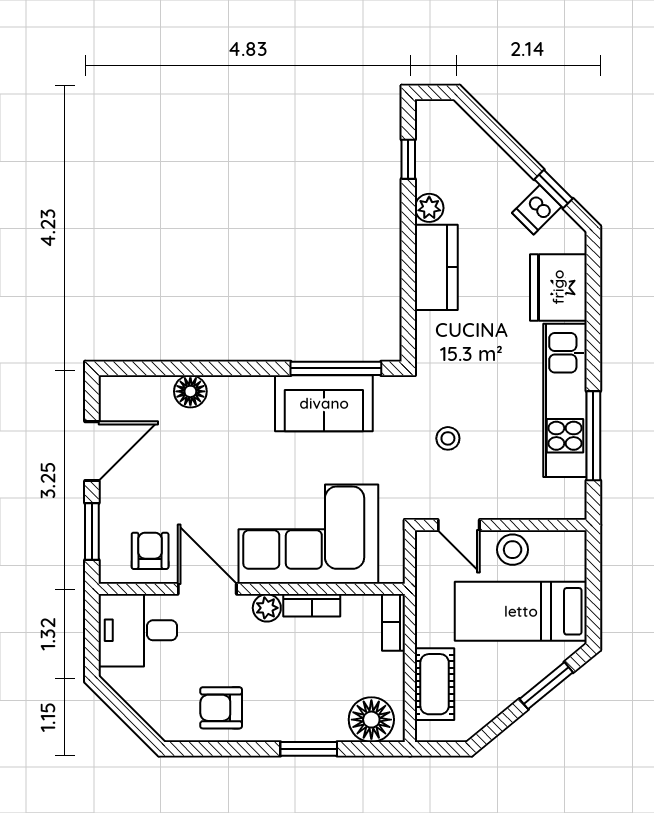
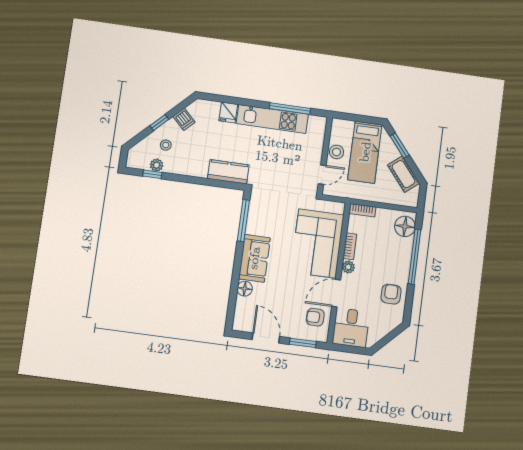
window: (553, 189) -> (159, 123), moved
plant: (429, 208) -> (157, 165), moved
kitchen counter: (436, 267) -> (228, 172), moved
fridge: (558, 287) -> (228, 112), width x0.53, depth x0.75
sofa: (324, 403) -> (254, 258), moved
stool: (448, 438) -> (166, 145), moved
cot: (435, 684) -> (403, 174), moved, turned 51
armchair: (221, 708) -> (391, 294), turned 180
window: (309, 749) -> (415, 257), width x2.11

